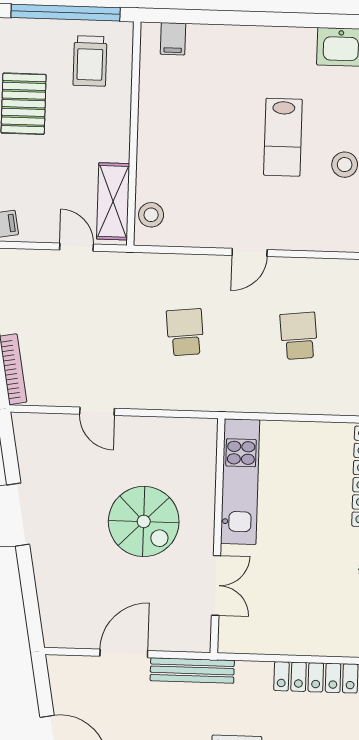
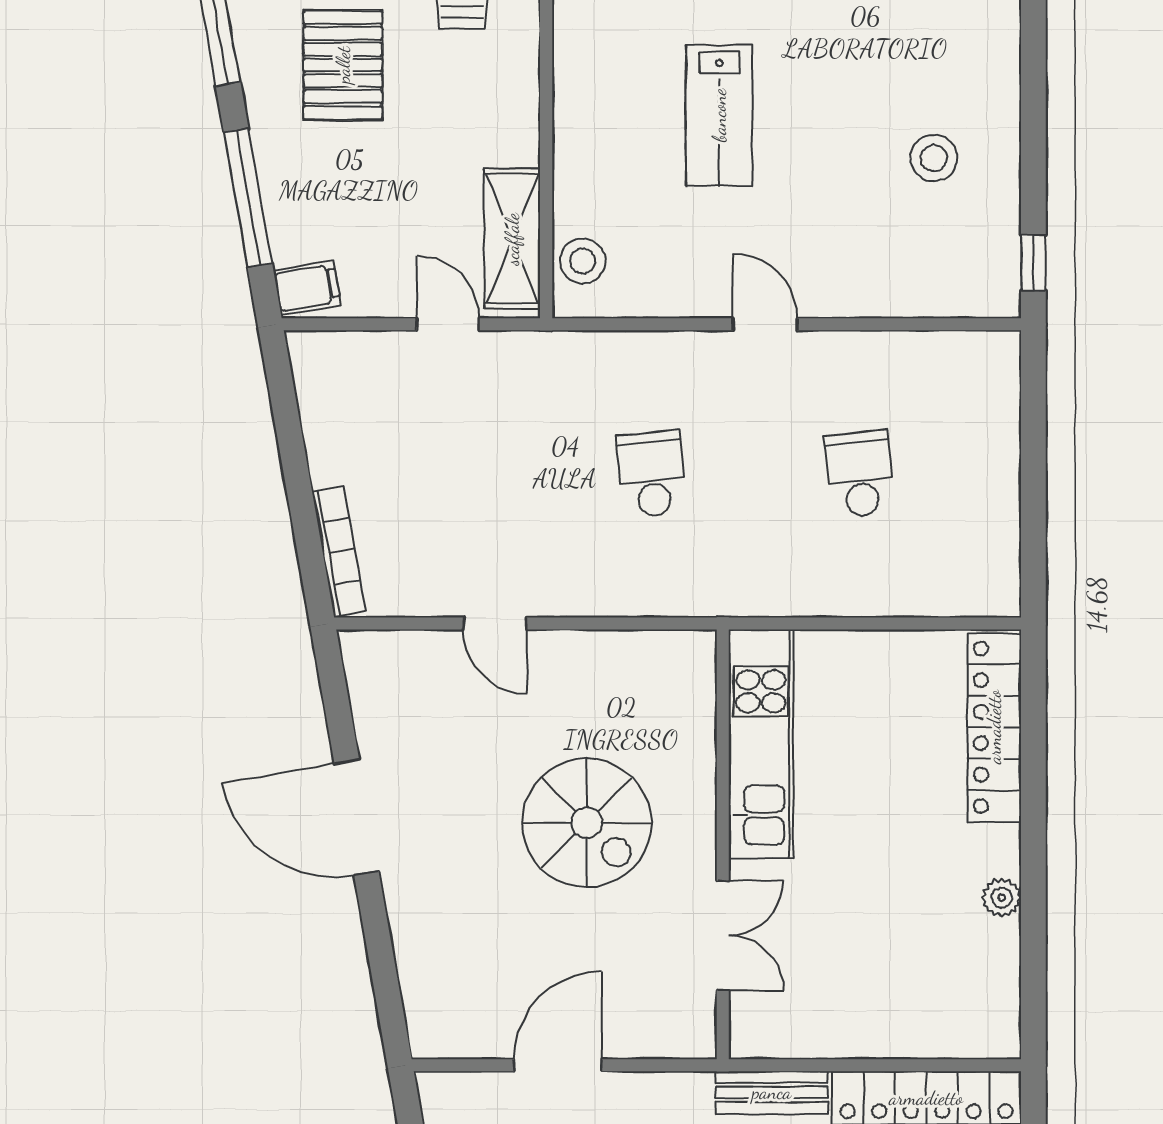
lab bench: (283, 137) -> (719, 115), moved
door: (250, 252) -> (765, 324), swing flipped
bench: (192, 670) -> (772, 1092), moved, width x0.73

